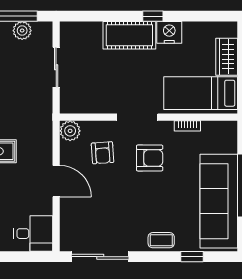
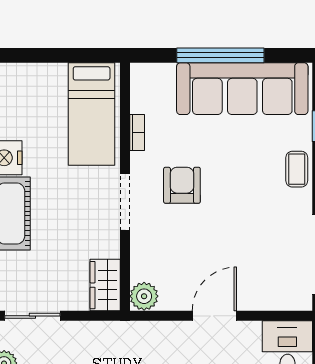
wardrobe: (227, 57) -> (105, 285), moved, turned 90
sliding door: (56, 67) -> (32, 316), moved
armchair: (103, 153) -> (175, 251), removed

